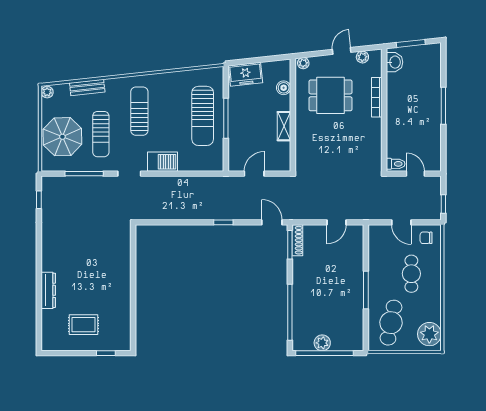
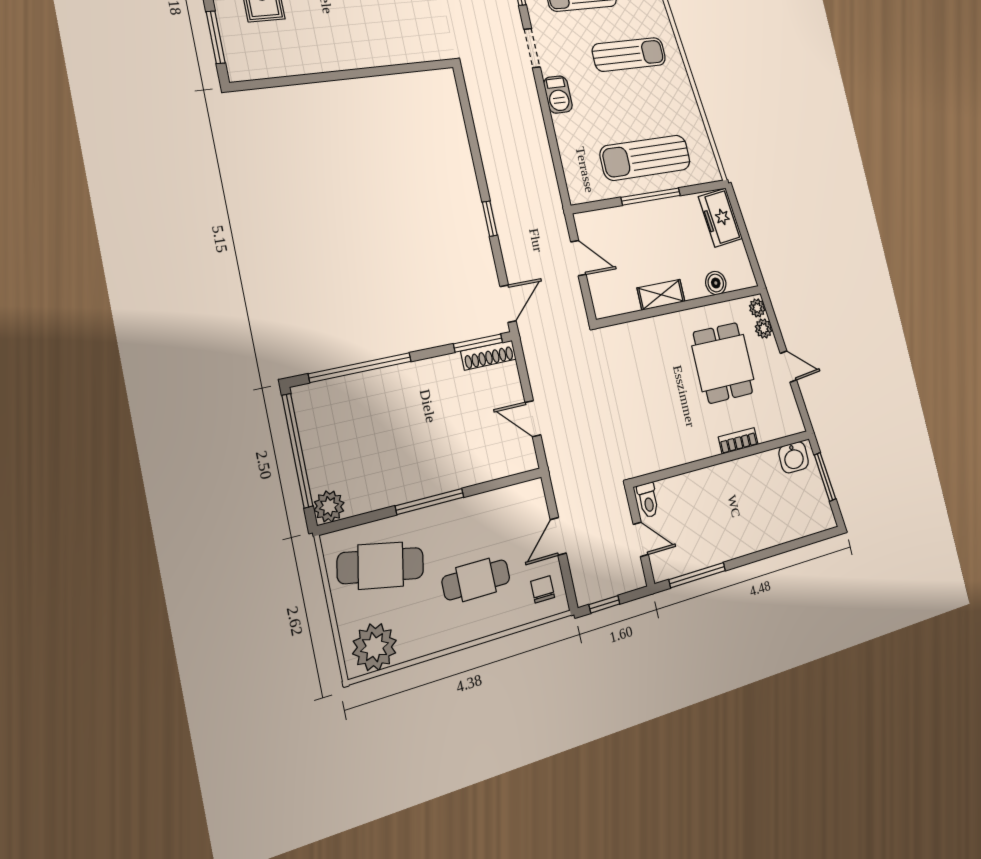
plant: (362, 57) -> (764, 329), moved
bookcase: (377, 97) -> (738, 441), width x0.64
window: (443, 106) -> (697, 575), moved
barbecue: (162, 162) -> (558, 95), width x0.73, depth x0.79
door: (415, 174) -> (641, 539), hinge flipped
plant: (322, 343) -> (329, 506), moved
window: (106, 353) -> (216, 37), width x1.50

